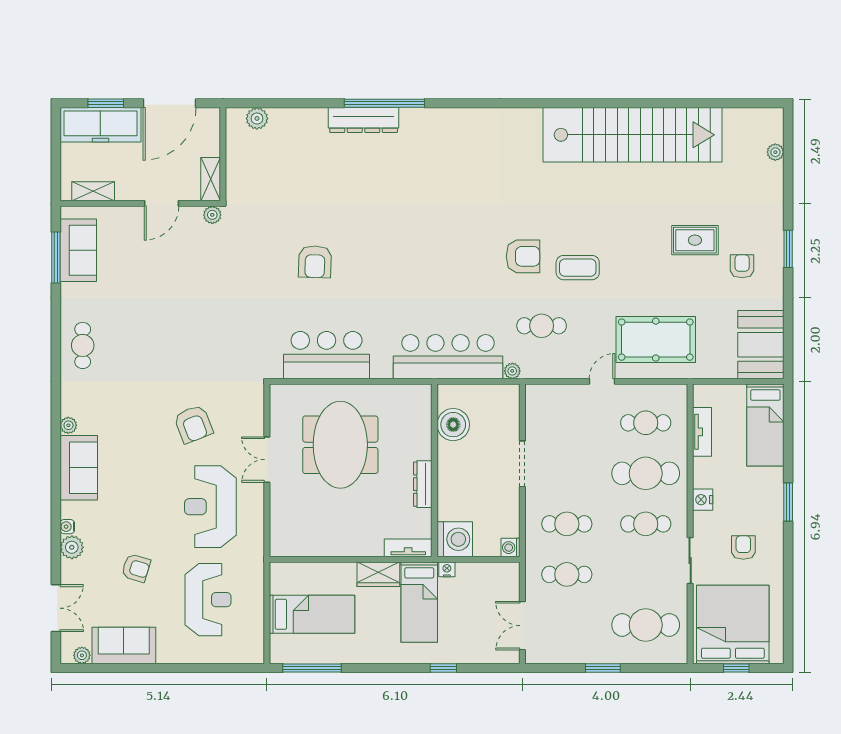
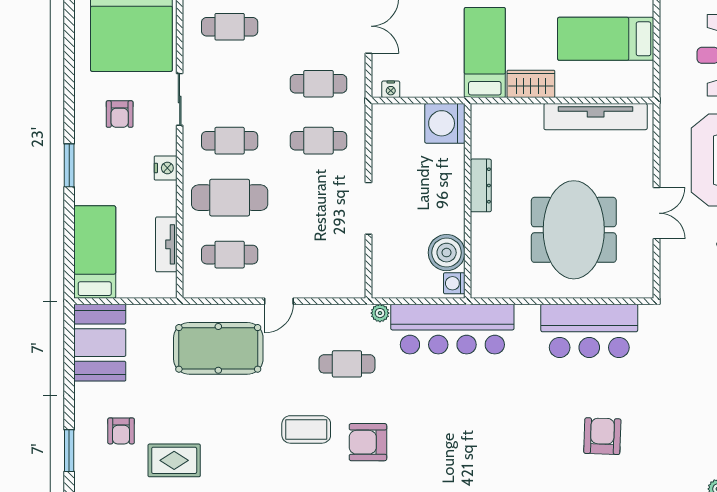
tv unit: (408, 548) -> (596, 117), moved, width x1.92, depth x1.29
washing machine: (511, 548) -> (454, 283), moved, turned 180
nightstand: (447, 569) -> (391, 89), moved
cafe table: (646, 625) -> (230, 27), width x0.73, depth x0.74

